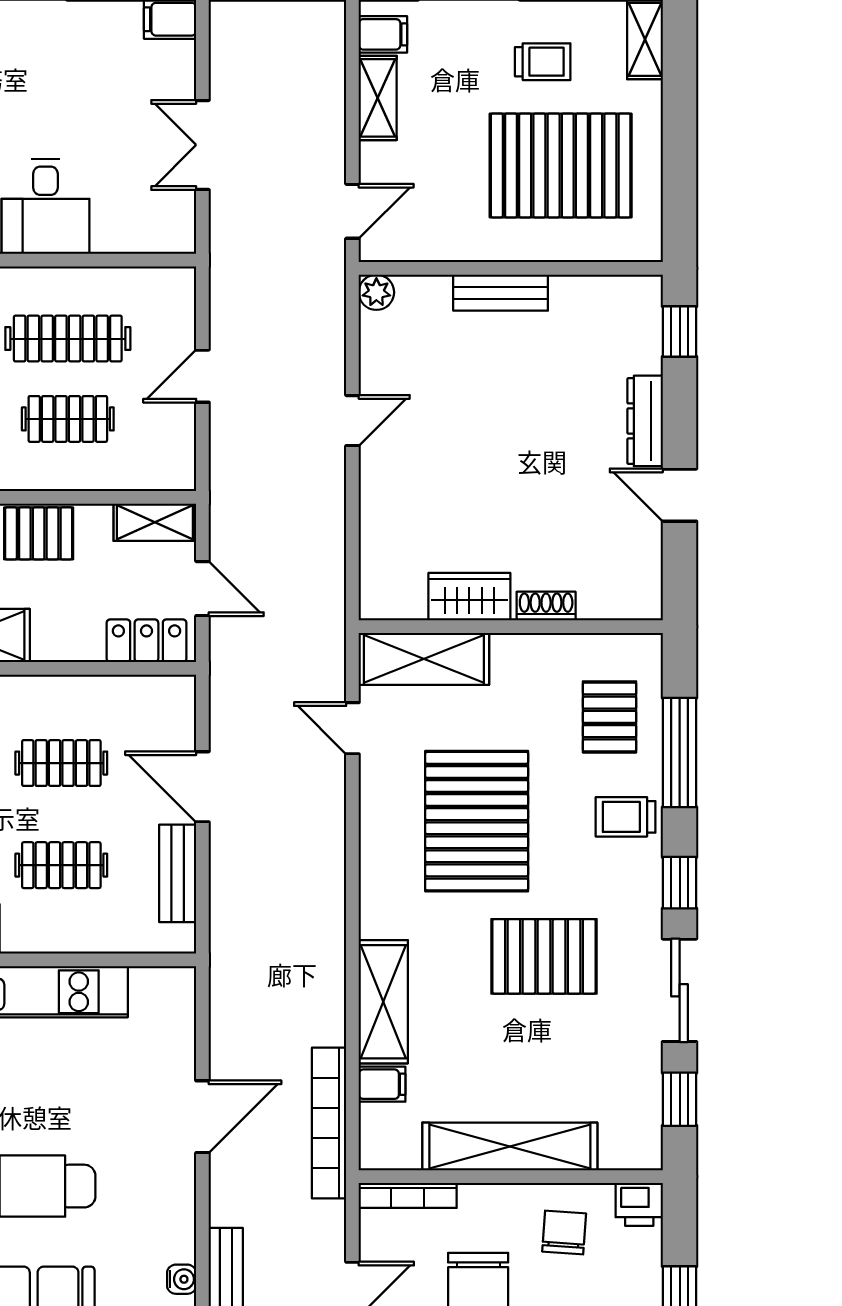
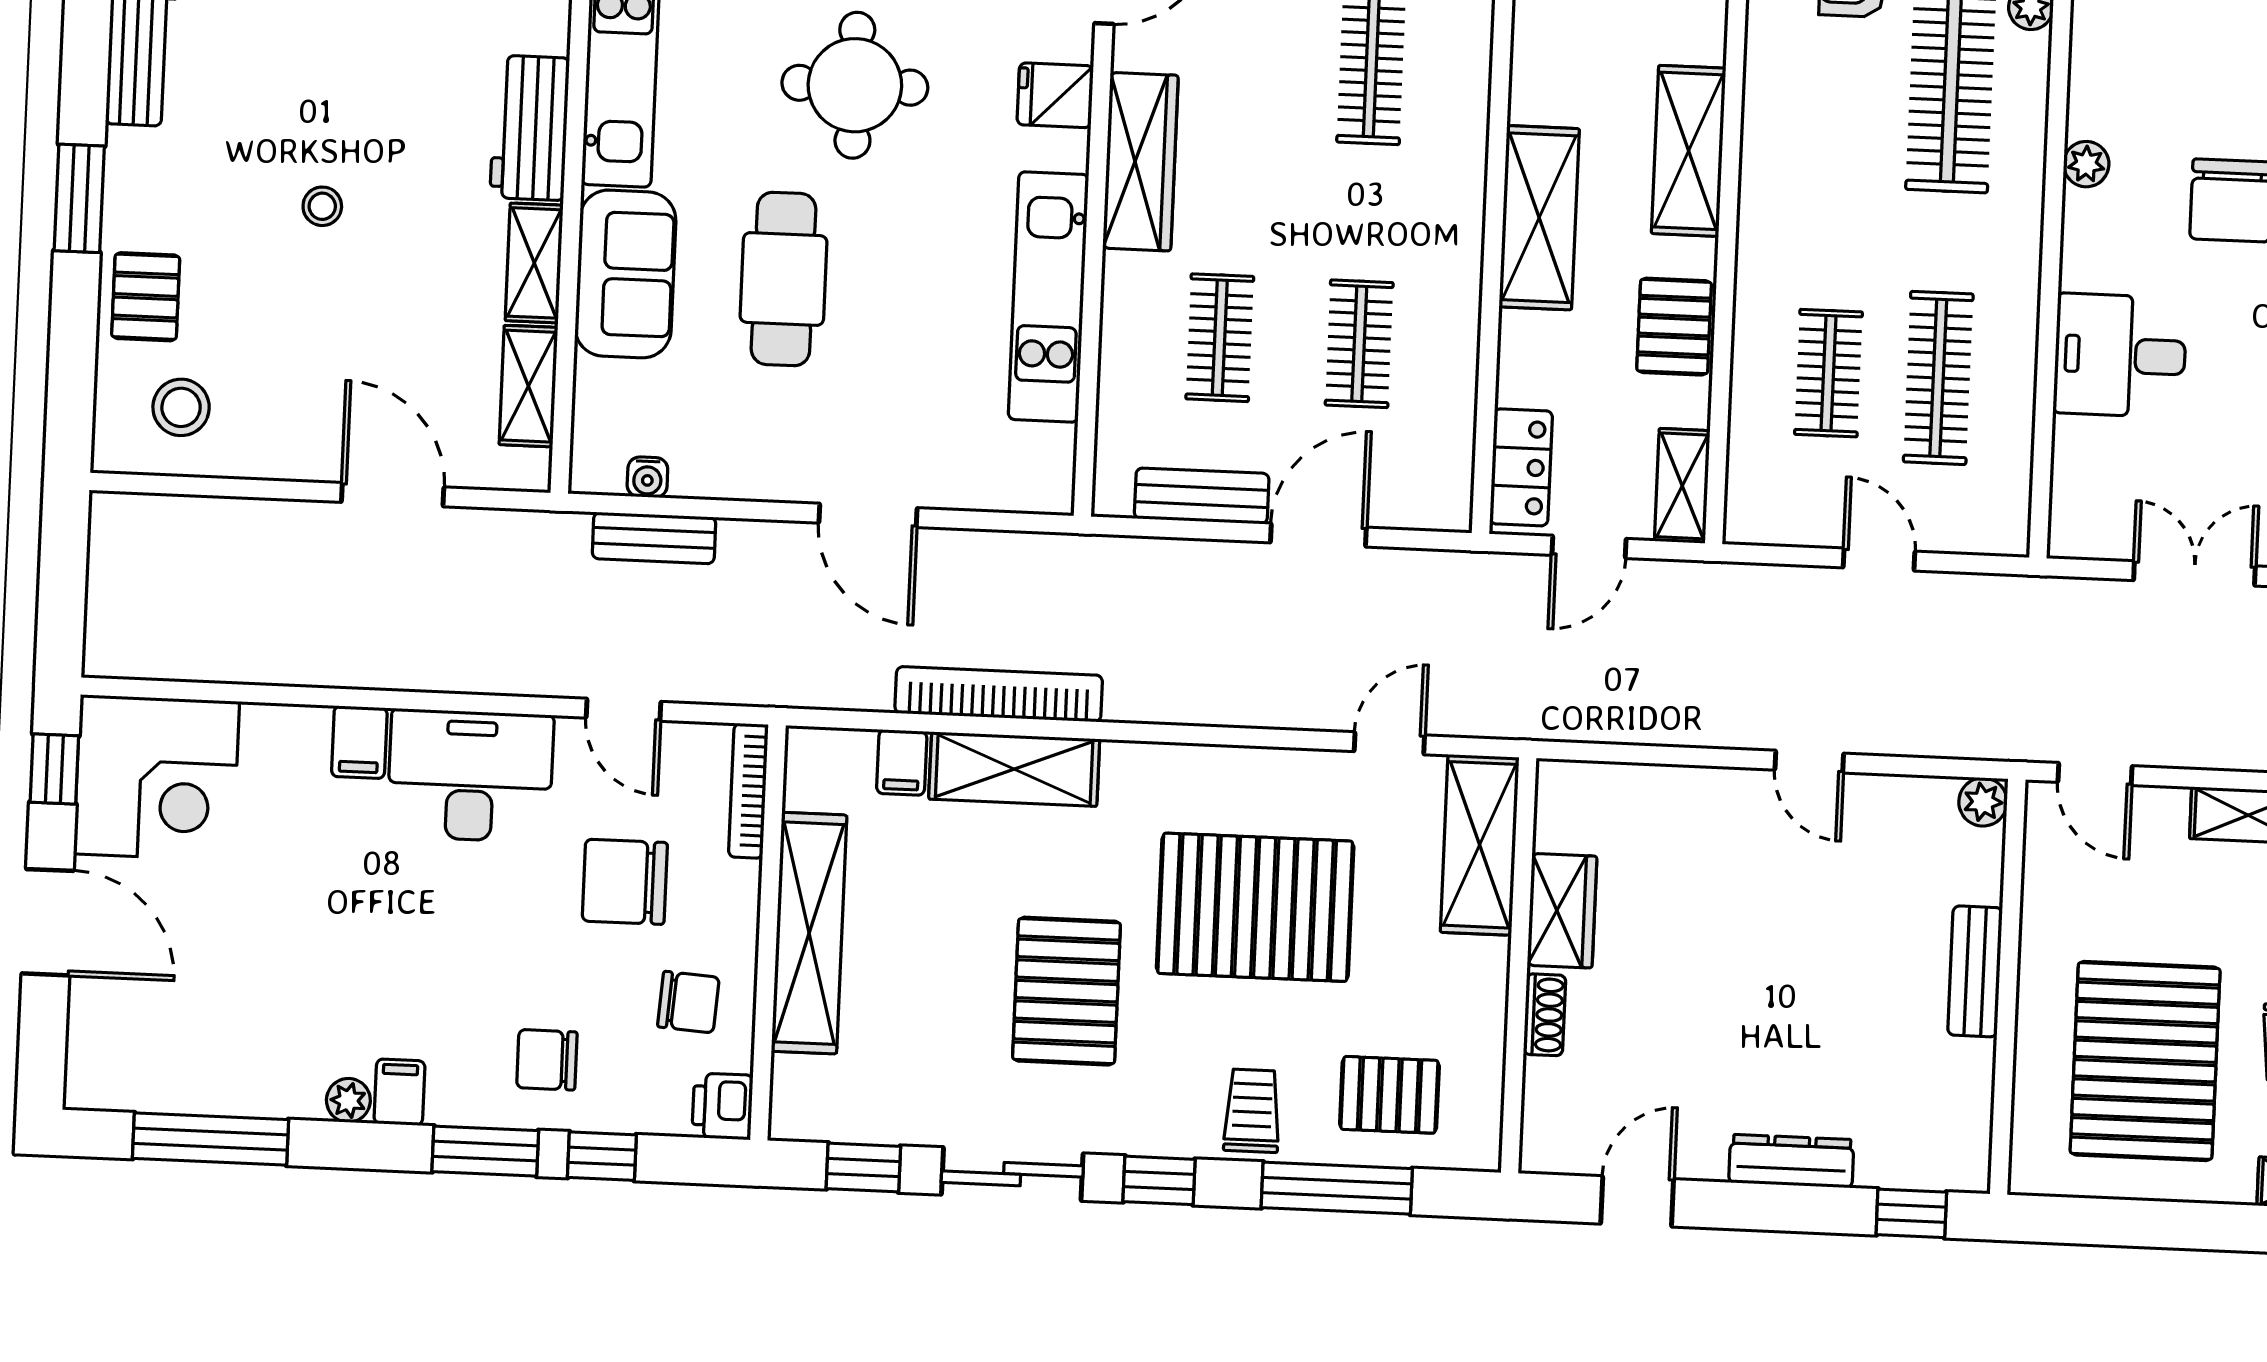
door: (680, 495) -> (1637, 1201), moved
bookcase: (329, 1123) -> (999, 694), moved

